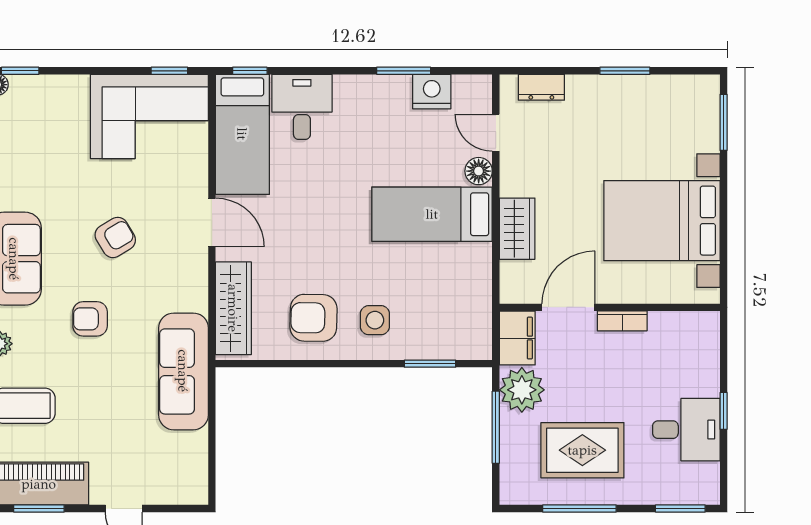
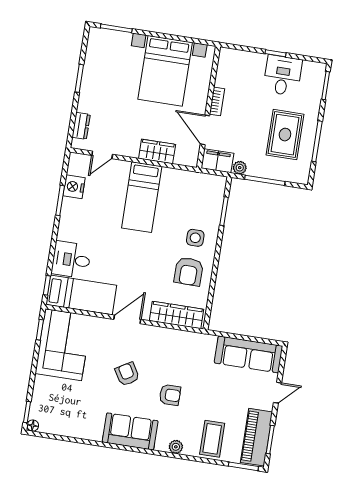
floor lamp: (479, 171) -> (122, 168), removed
armchair: (90, 319) -> (170, 395), turned -90
sofa: (183, 371) -> (249, 354), moved
plant: (522, 390) -> (240, 168), width x0.53, depth x0.53

